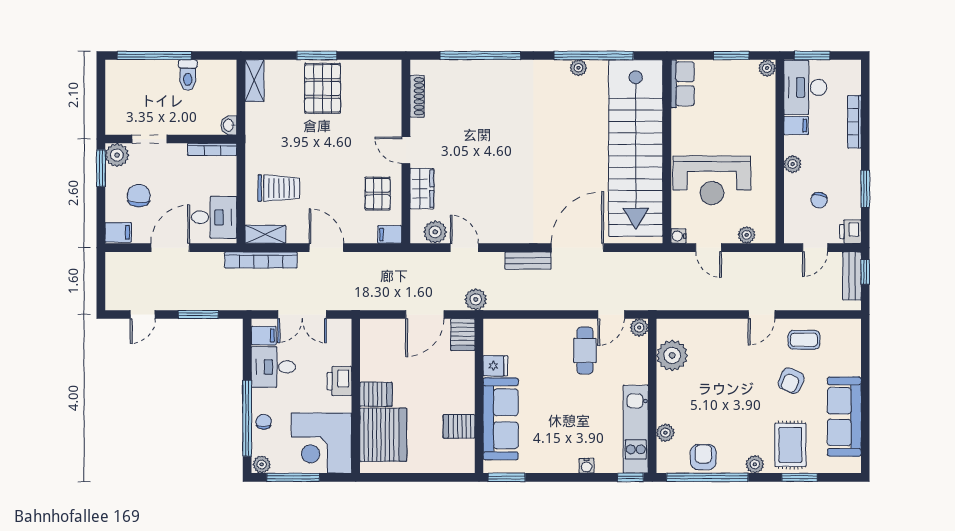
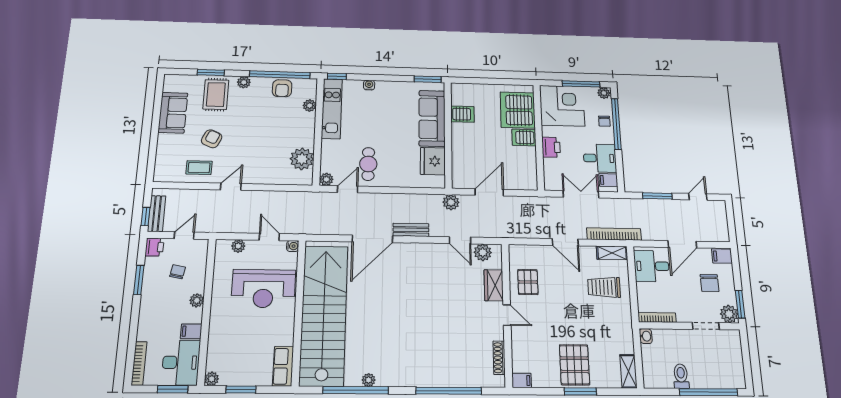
bookcase: (854, 122) -> (139, 363), moved
reception desk: (712, 180) -> (263, 288), turned 180
filing cabinet: (390, 235) -> (522, 380), moved
server rack: (463, 335) -> (461, 177), removed
fridge: (495, 366) -> (433, 161), width x1.88, depth x1.34
sofa: (844, 417) -> (173, 113), width x0.73

